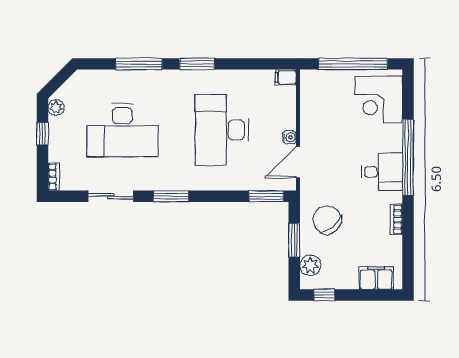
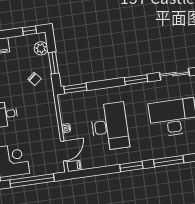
door: (298, 162) -> (64, 151), moved
chair: (327, 220) -> (34, 79), width x0.54, depth x0.54

